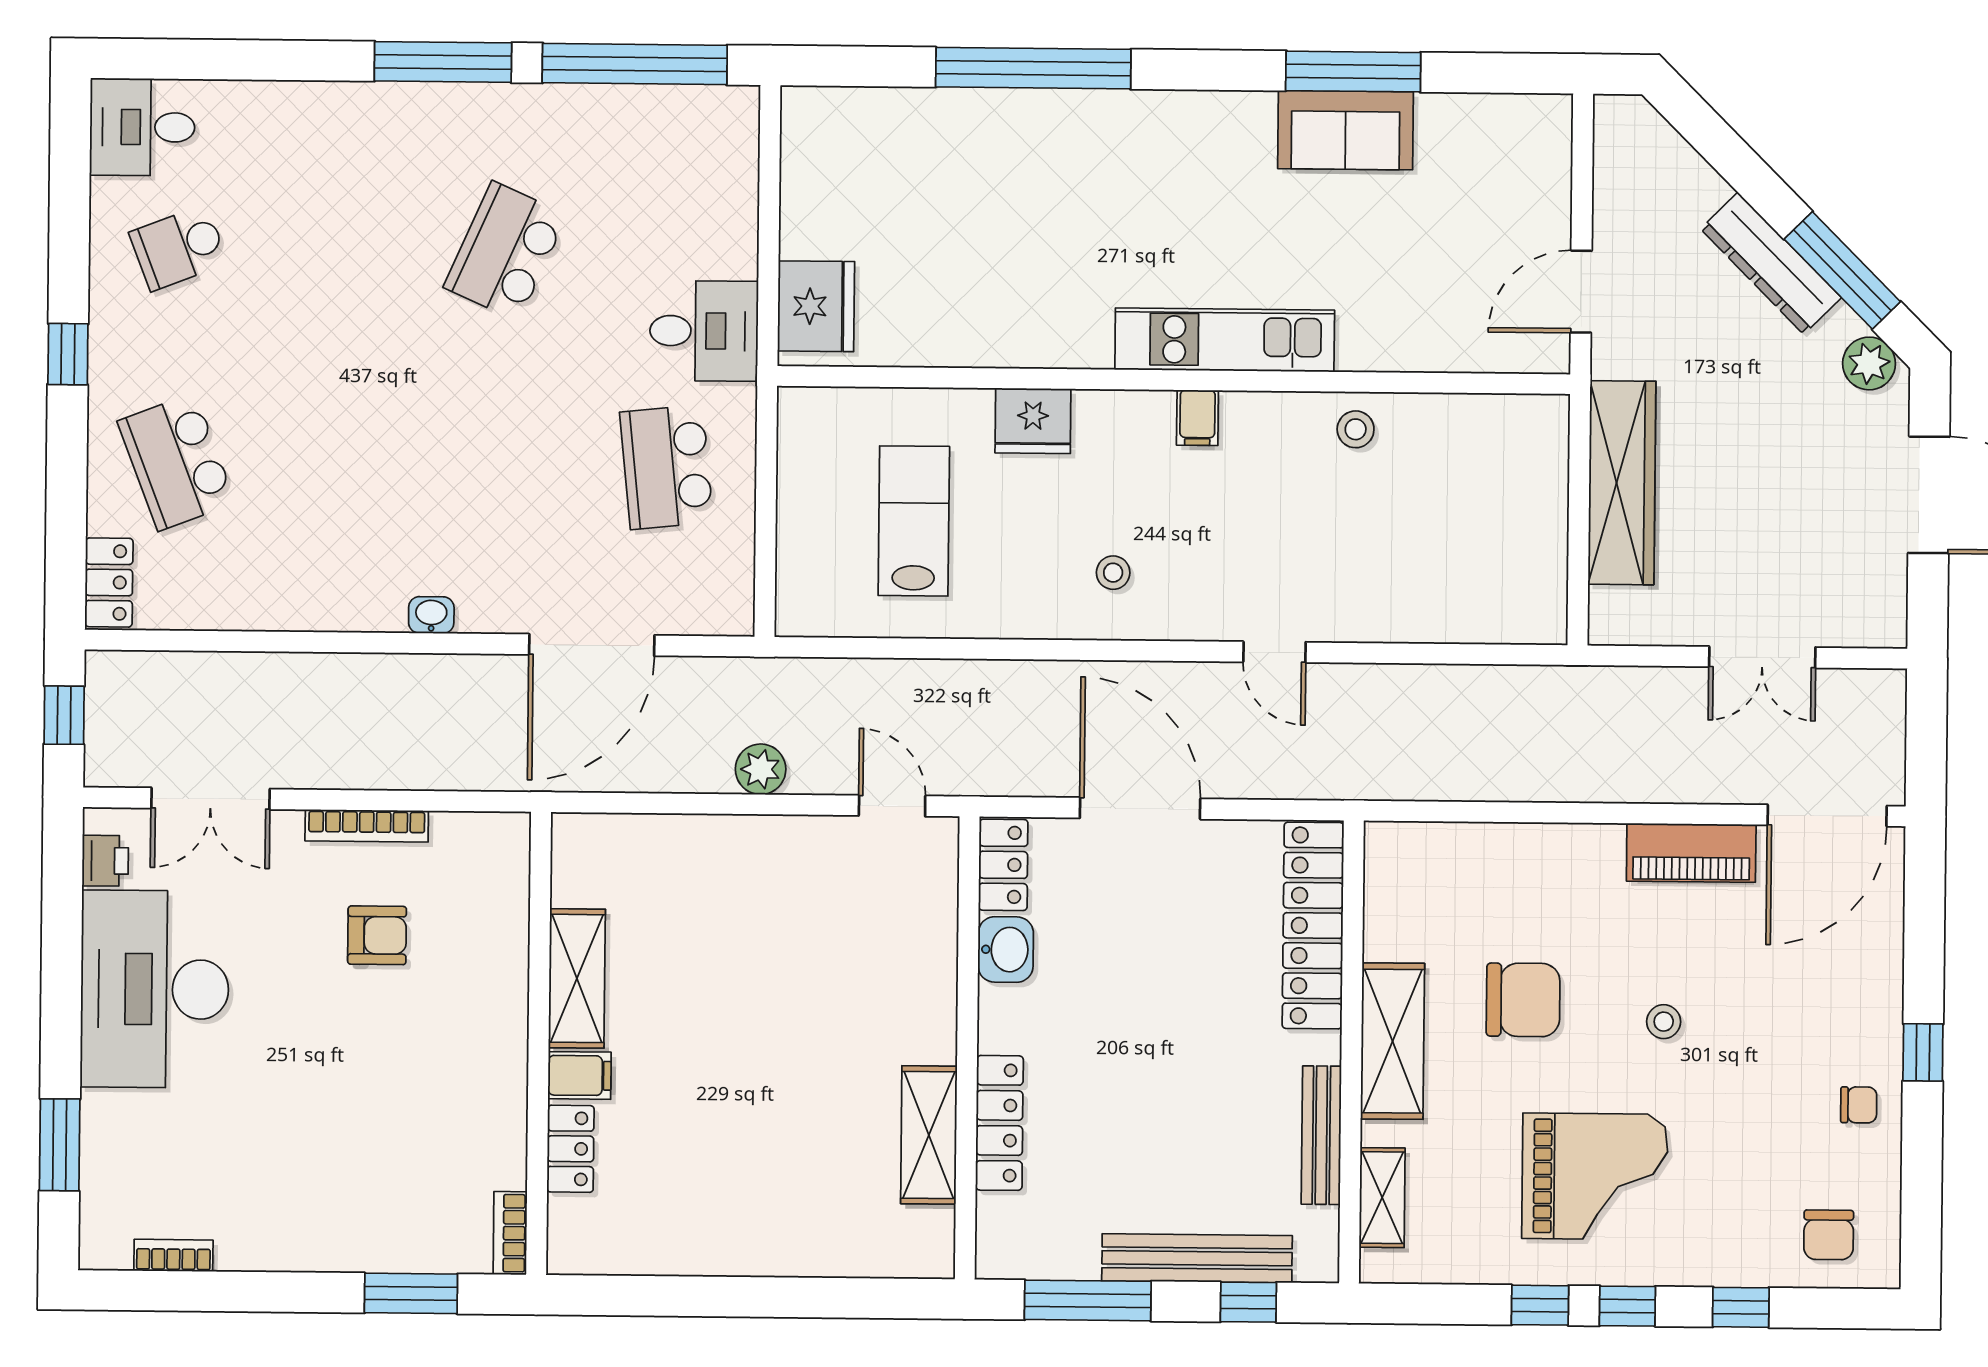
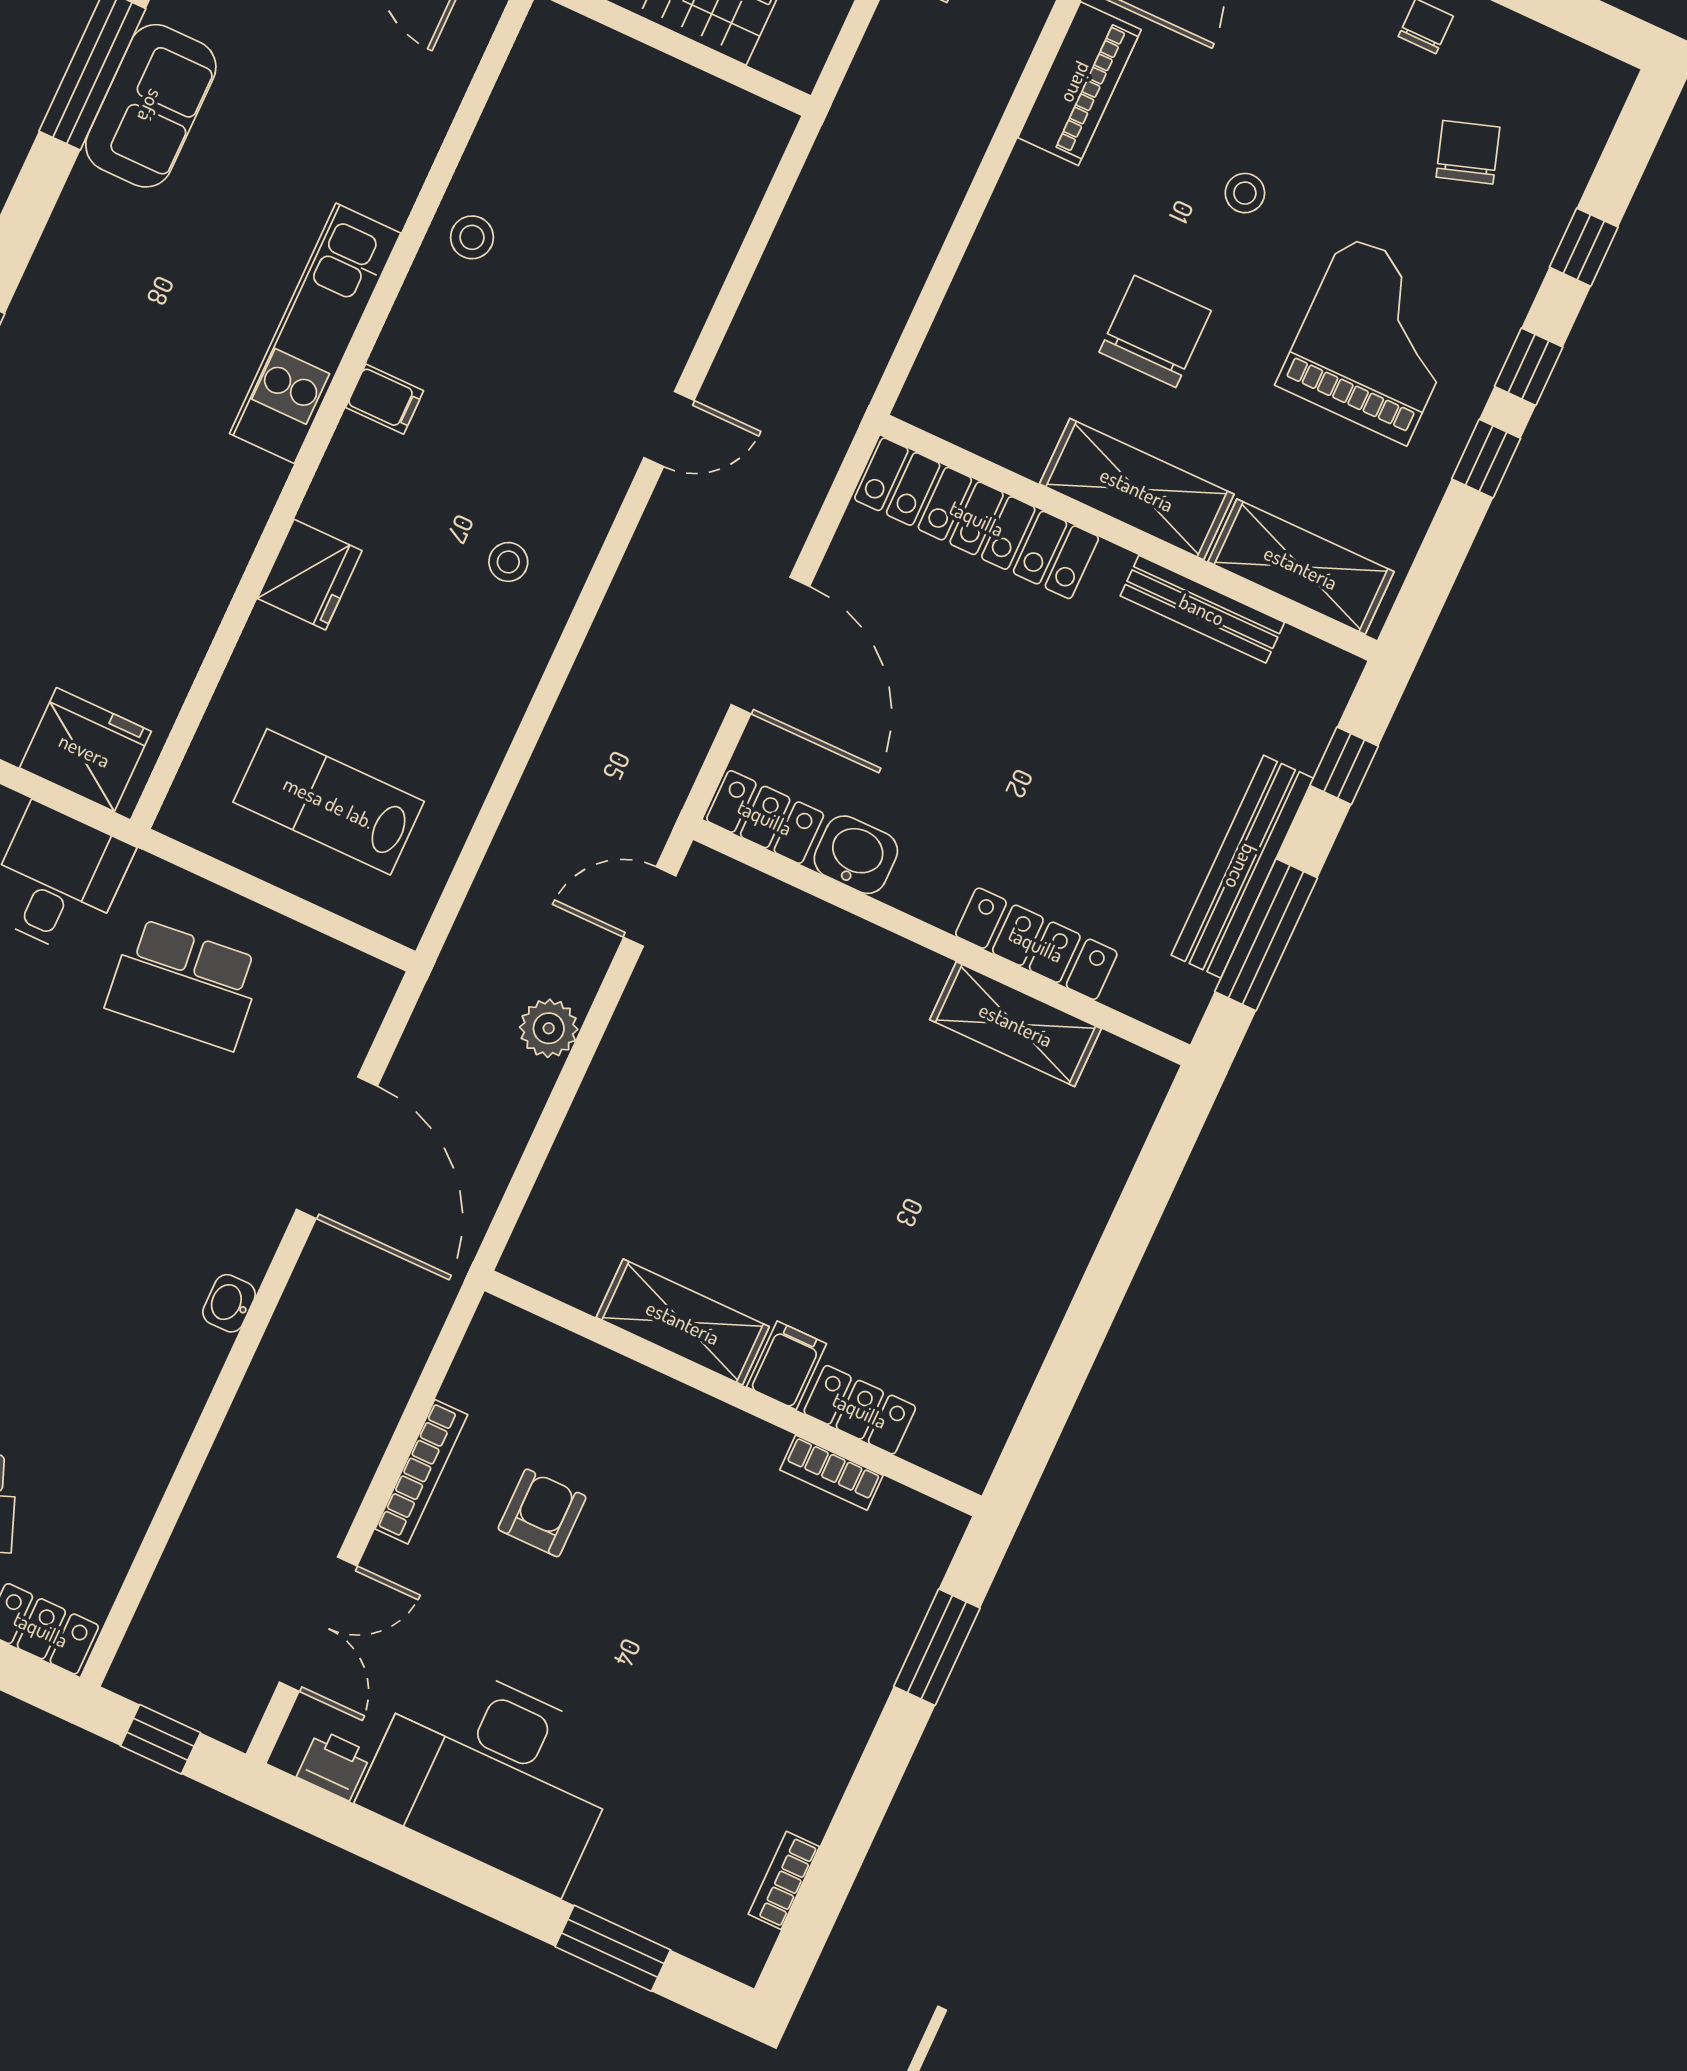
lab bench: (914, 521) -> (329, 802), moved
door: (1140, 808) -> (770, 645), swing flipped
shelving: (1382, 1198) -> (1301, 567), width x1.50, depth x1.33
bookcase: (510, 1233) -> (831, 1473), moved
chair: (1829, 1235) -> (1468, 152), moved, turned -108
bench: (1197, 1258) -> (1242, 867), moved

